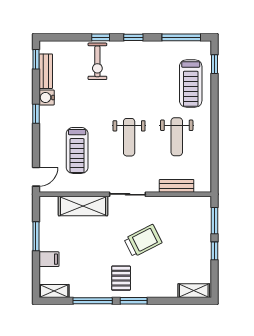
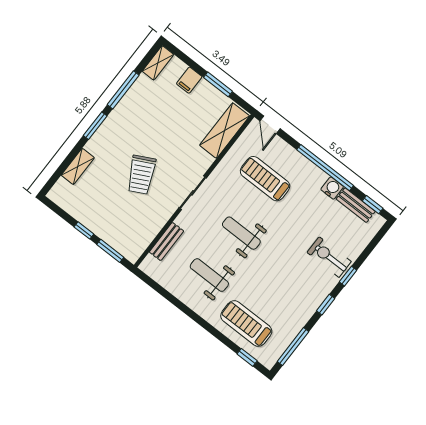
window: (36, 114) -> (325, 168), width x3.17
shelving: (83, 206) -> (225, 131), moved
pallet: (121, 278) -> (124, 130), removed
shelving: (194, 291) -> (78, 166), moved

